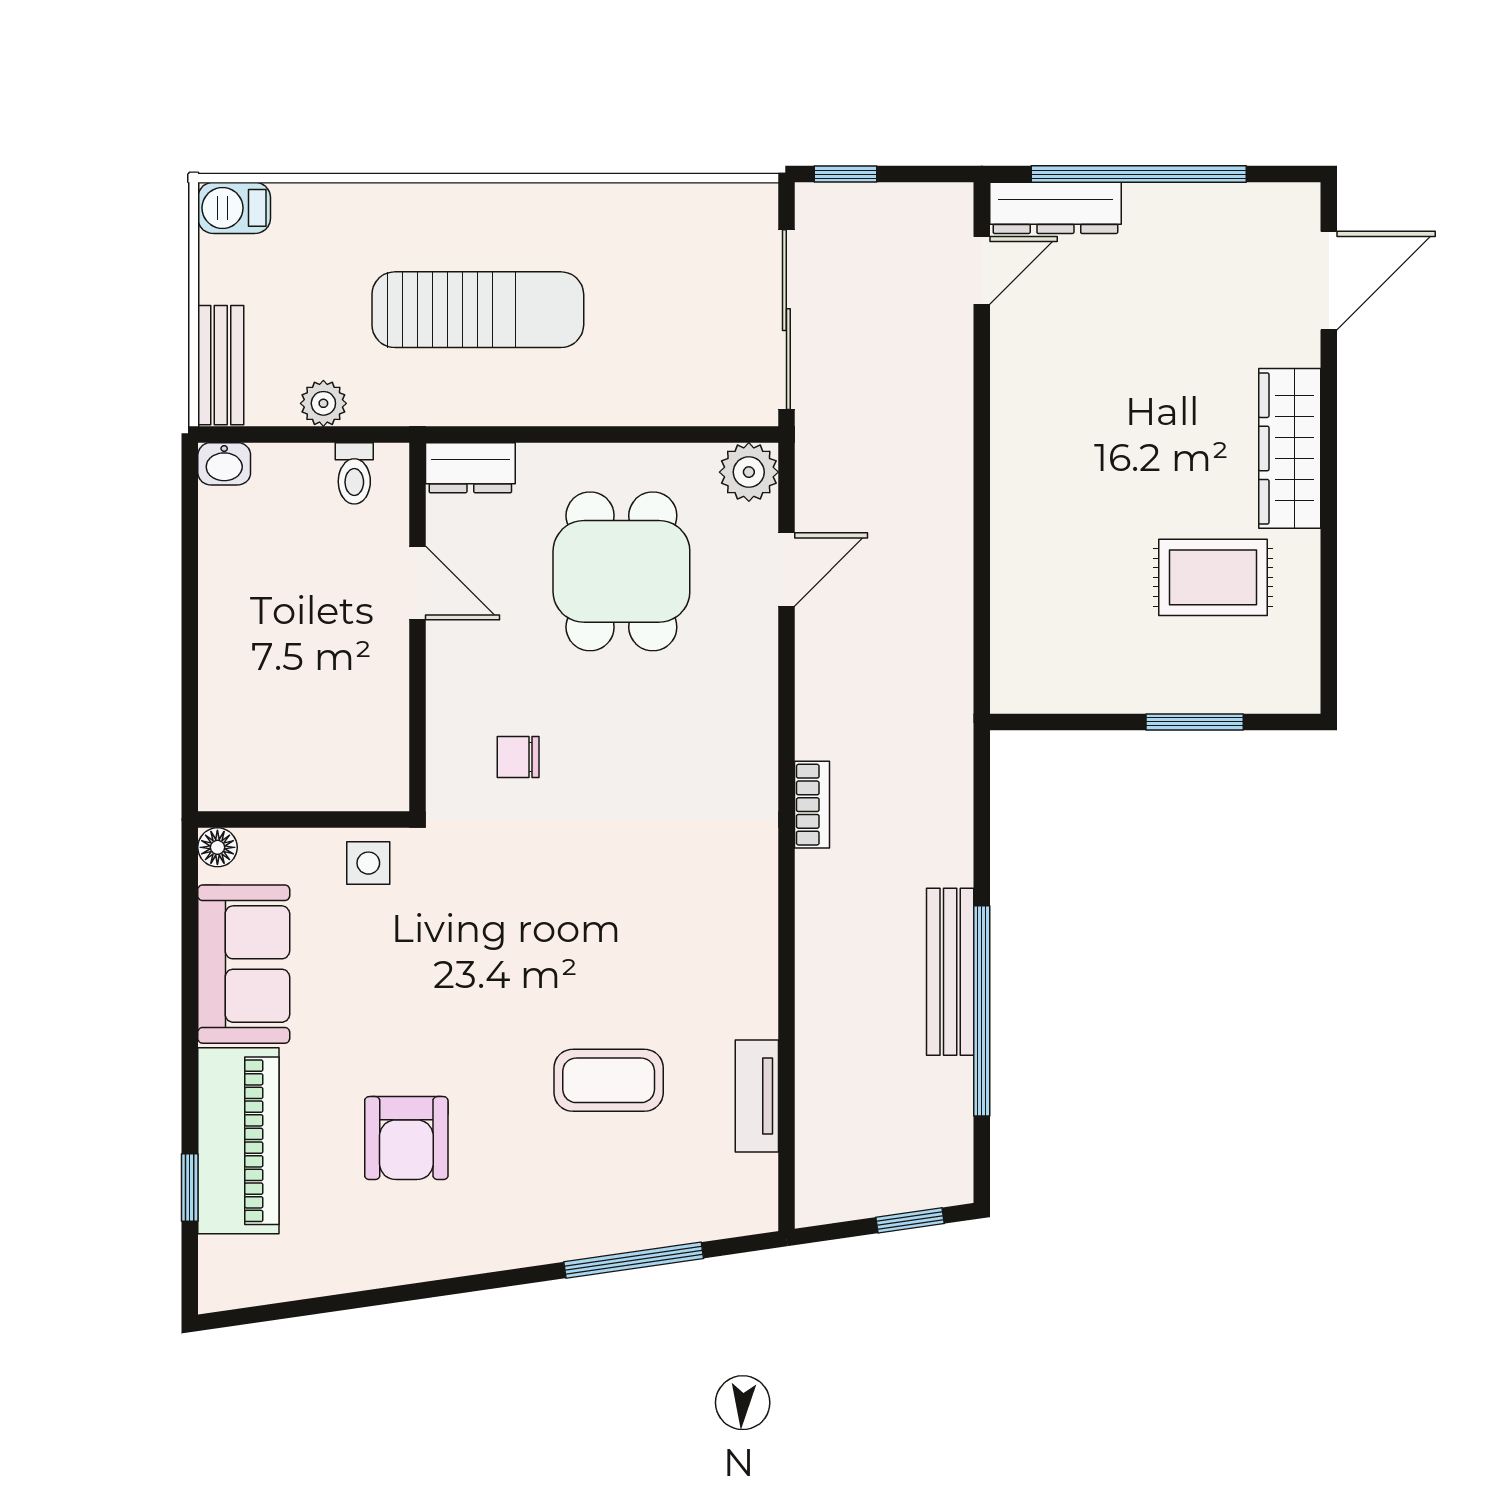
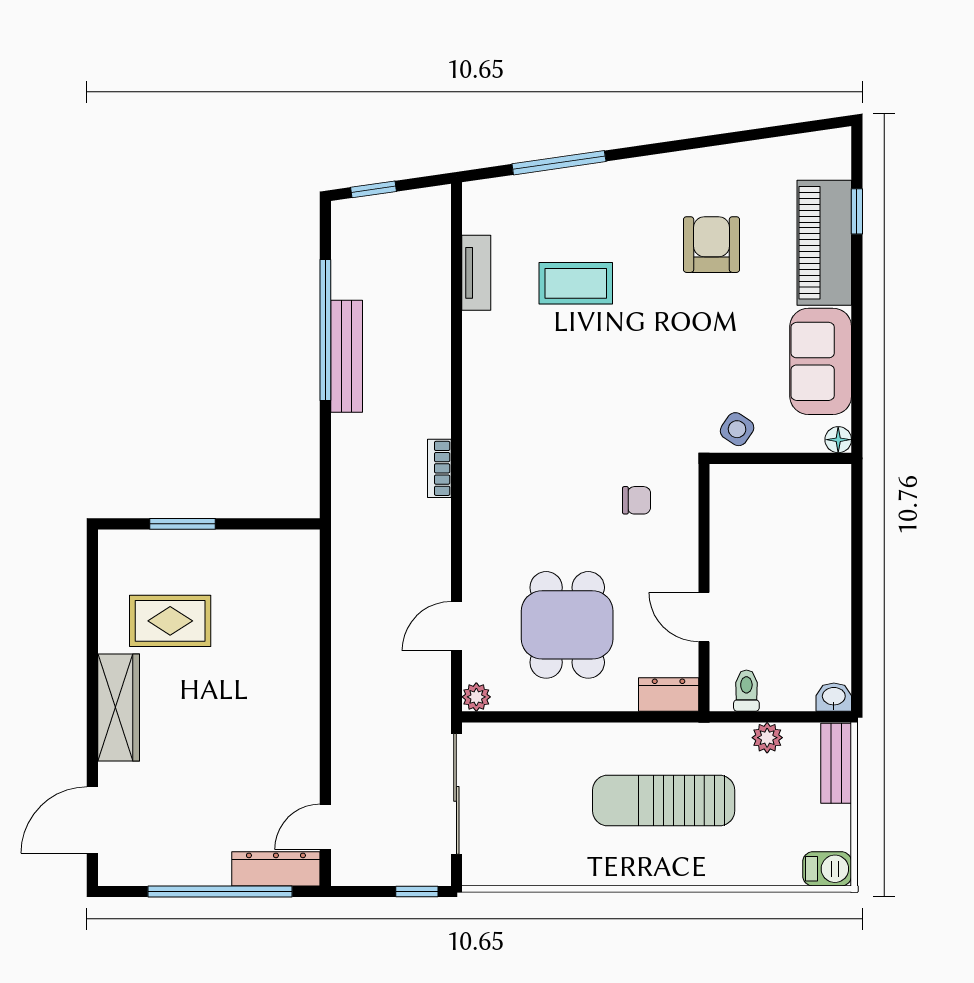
plant: (749, 472) -> (476, 697), width x0.73, depth x0.73
side table: (368, 863) -> (737, 429), turned 34

